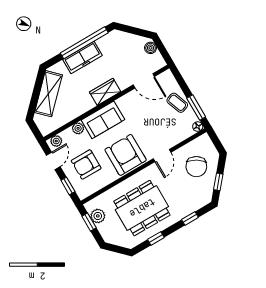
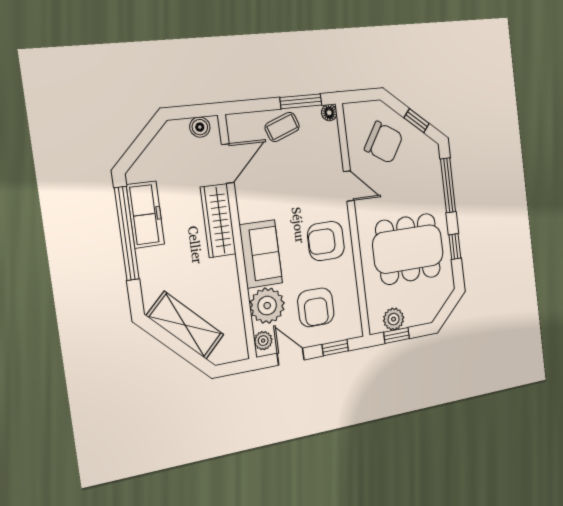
boiler: (151, 48) -> (200, 127), moved
freezer: (83, 57) -> (145, 215), moved
wardrobe: (105, 92) -> (218, 221), width x1.50
plant: (78, 128) -> (267, 306), width x1.87, depth x1.87
armchair: (126, 155) -> (326, 241), width x0.73, depth x0.73
dining table: (142, 208) -> (408, 249), turned 90
window: (190, 218) -> (448, 185), width x2.17

